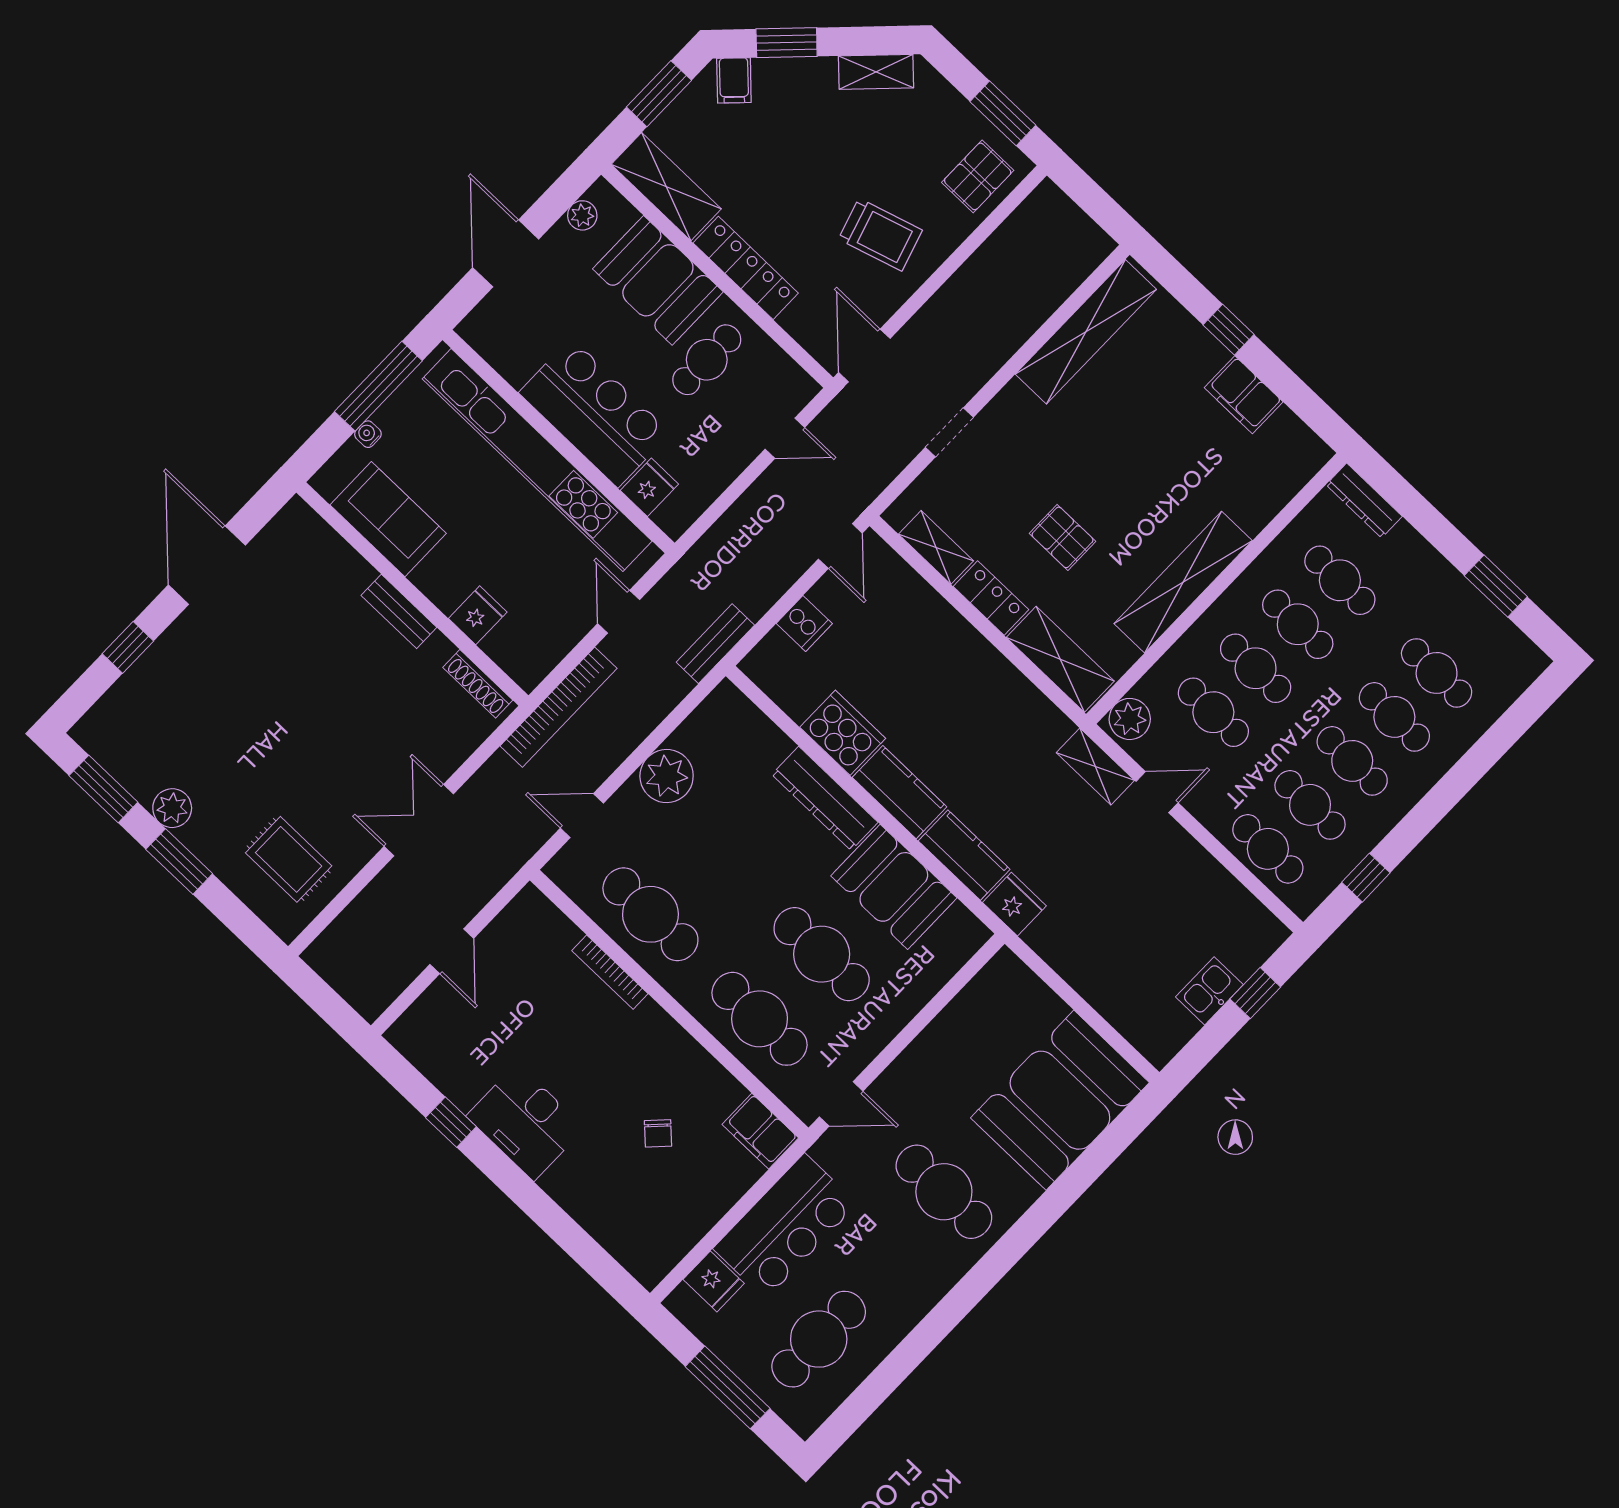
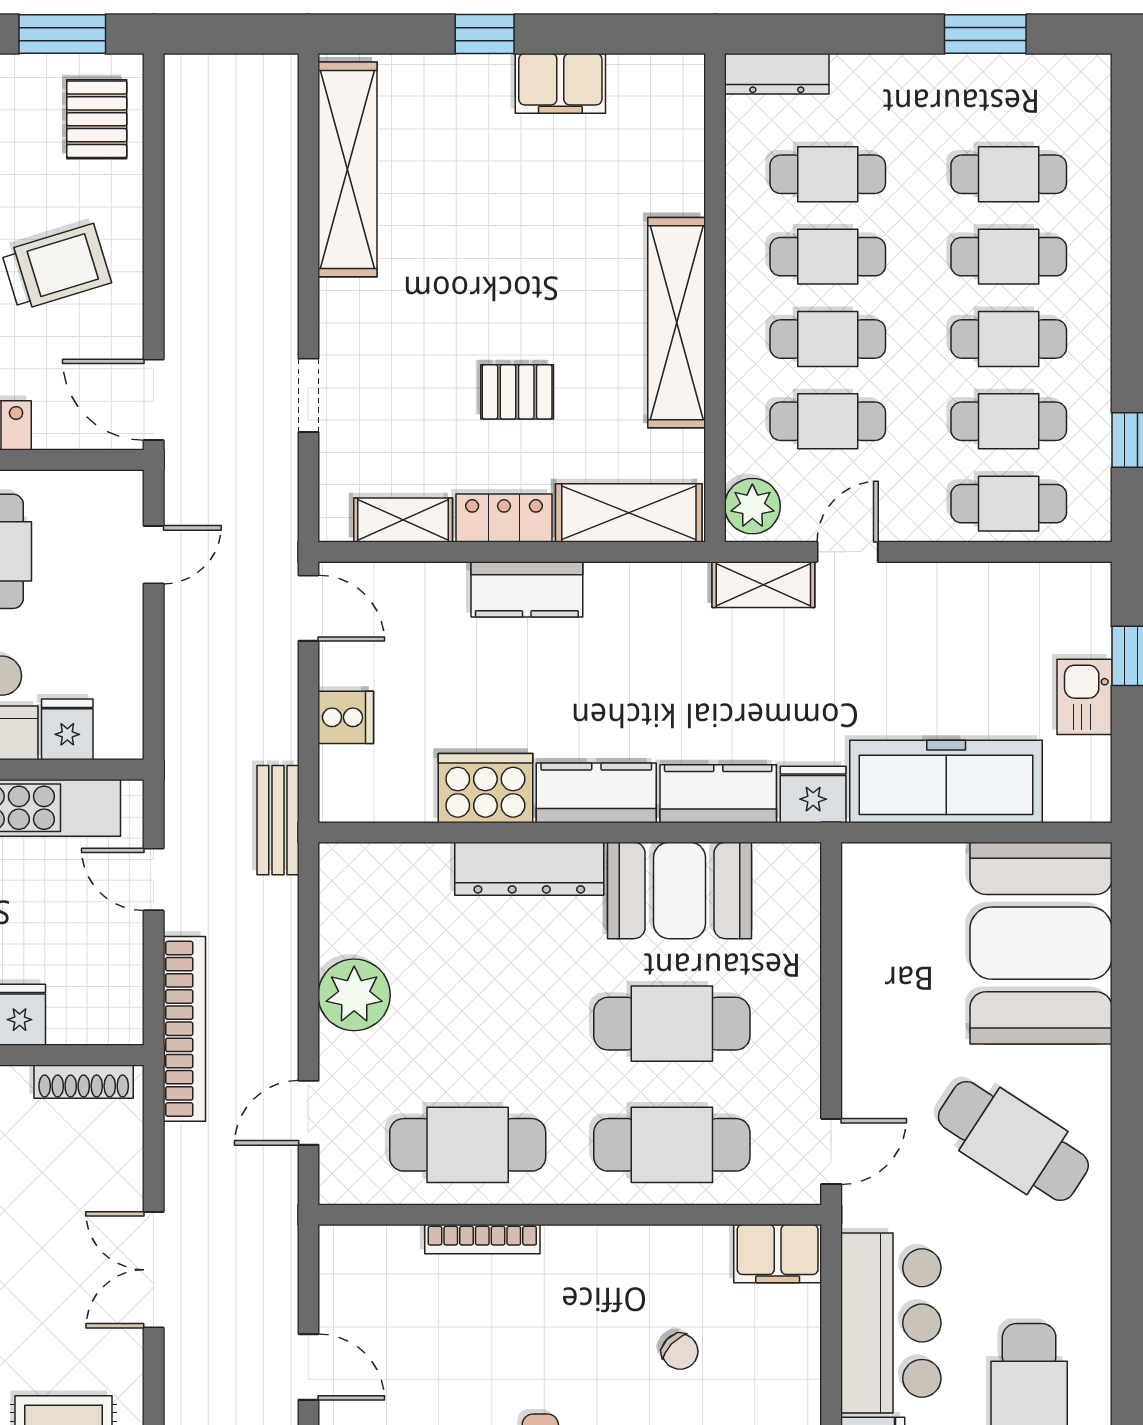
kitchen counter: (967, 648) -> (527, 589), added
freezer: (1092, 965) -> (946, 782), added
cafe table: (944, 1192) -> (1013, 1141), turned 33

